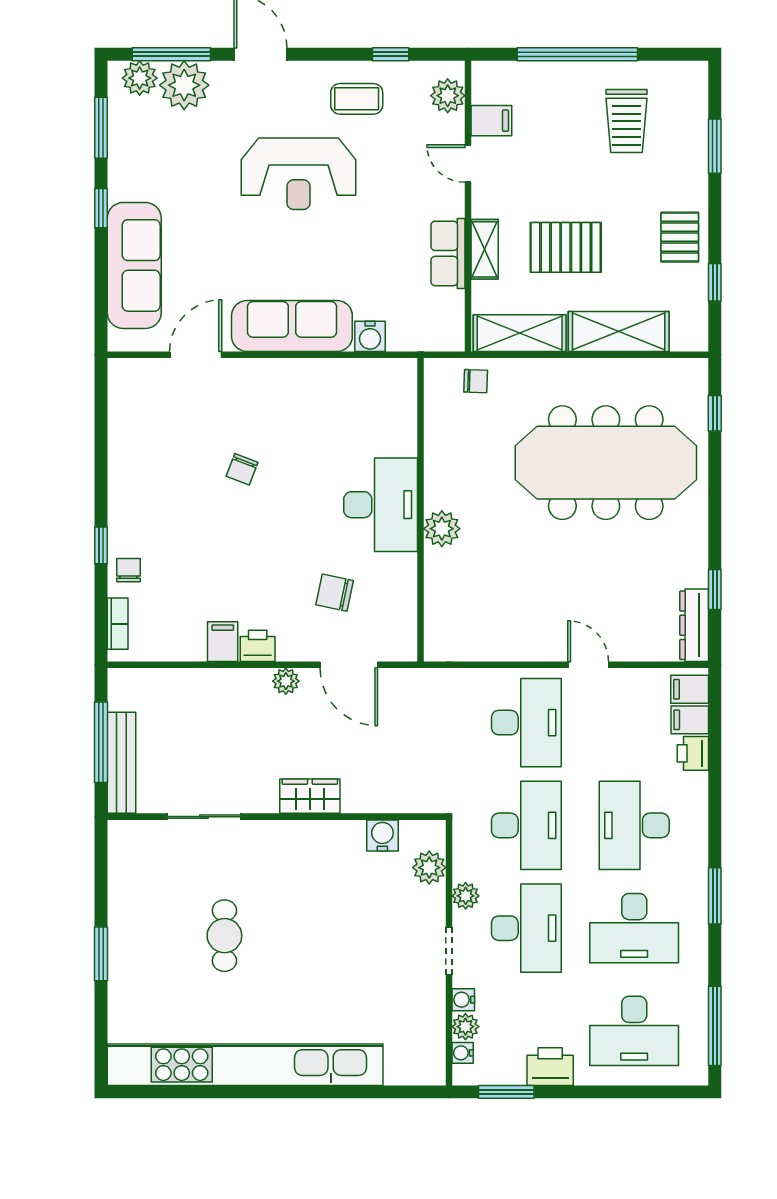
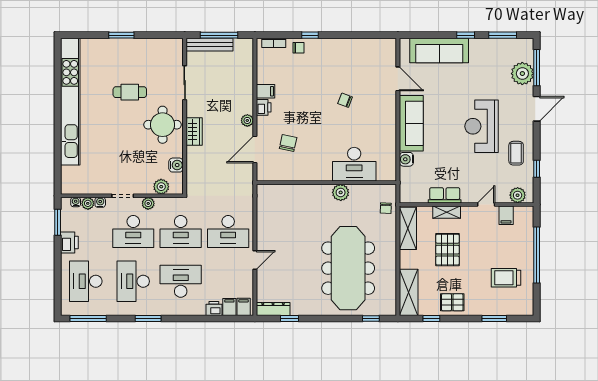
plant: (140, 78) -> (526, 53), removed
shelving: (619, 332) -> (409, 292), moved
desk: (381, 505) -> (354, 164), moved
plant: (442, 529) -> (341, 192), moved
round table: (295, 865) -> (163, 125), added

